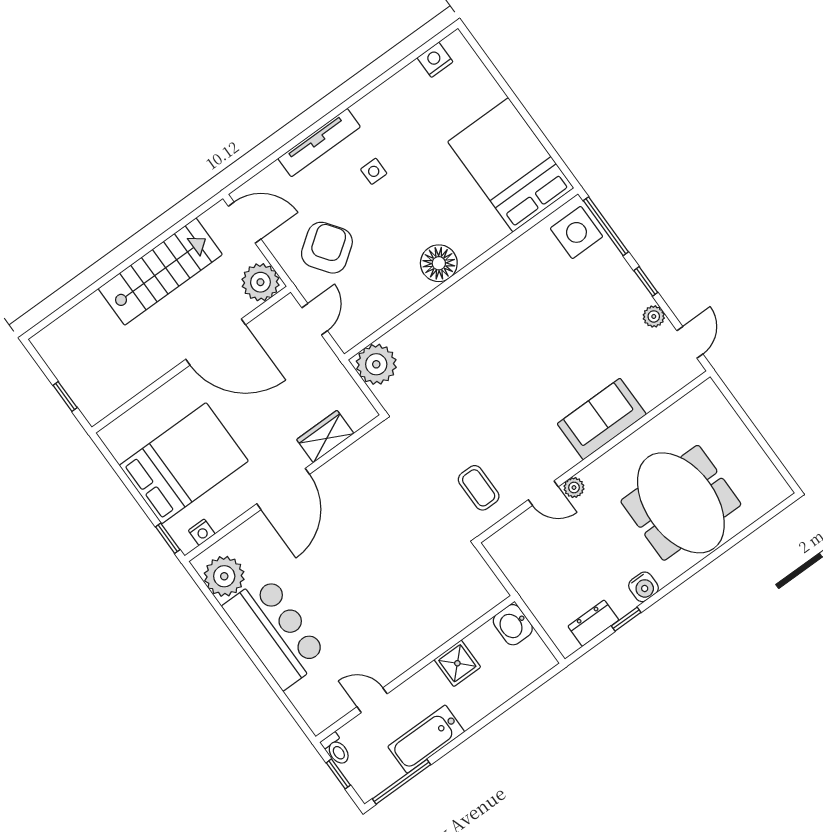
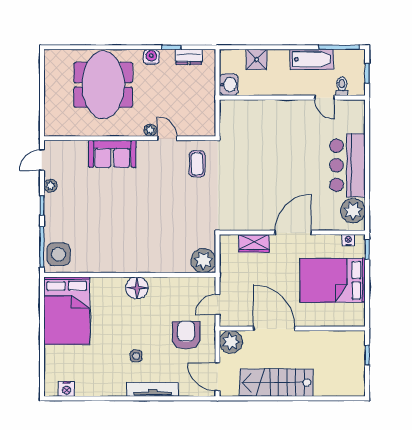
armchair: (327, 248) -> (186, 335), turned 126
shower: (457, 663) -> (257, 59), moved
toilet: (336, 749) -> (342, 86), moved

